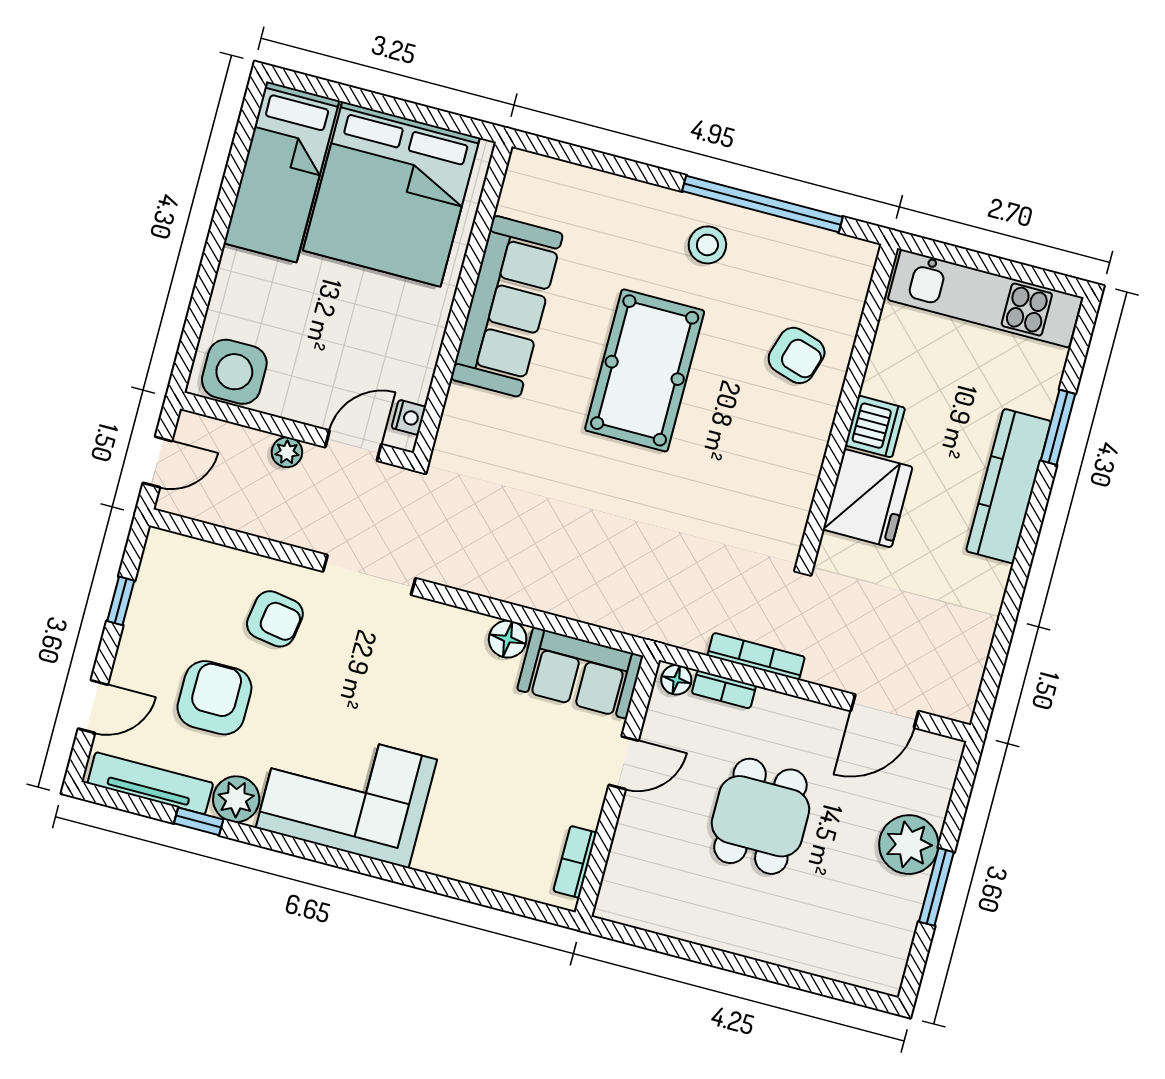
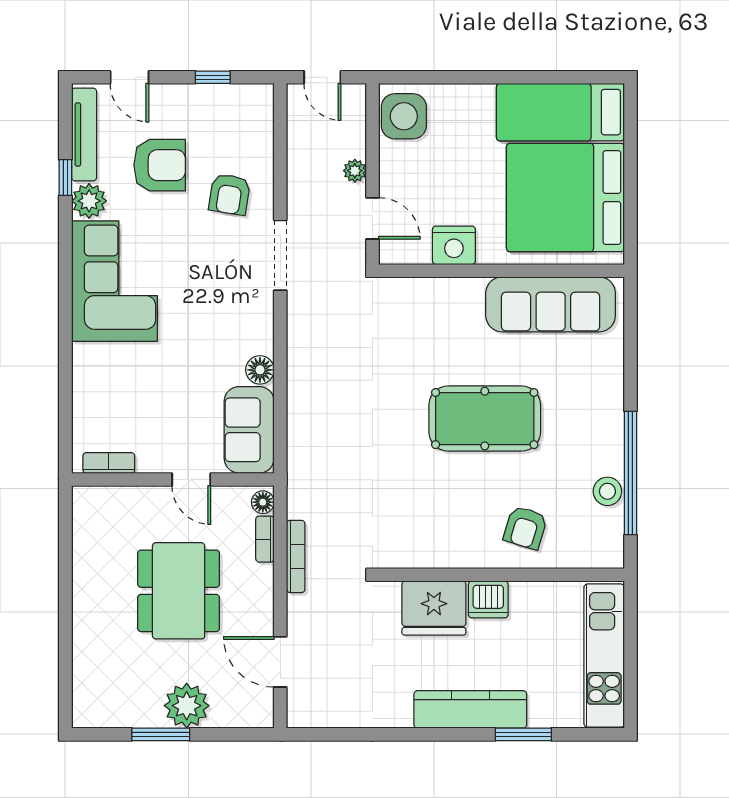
stool: (707, 245) -> (607, 491), moved
sofa: (507, 306) -> (551, 304), moved
nightstand: (409, 417) -> (454, 245), moved, width x1.89, depth x1.79
dining table: (760, 816) -> (179, 591), width x1.37

